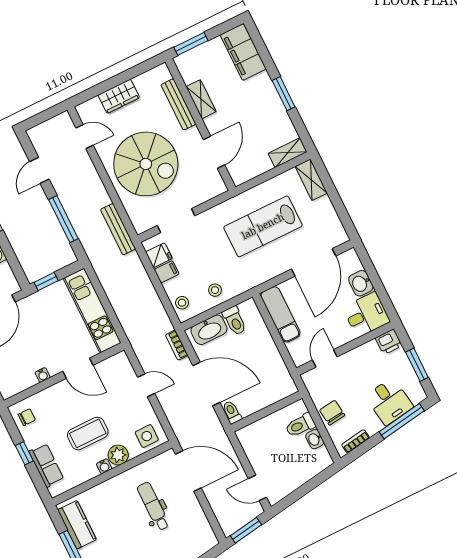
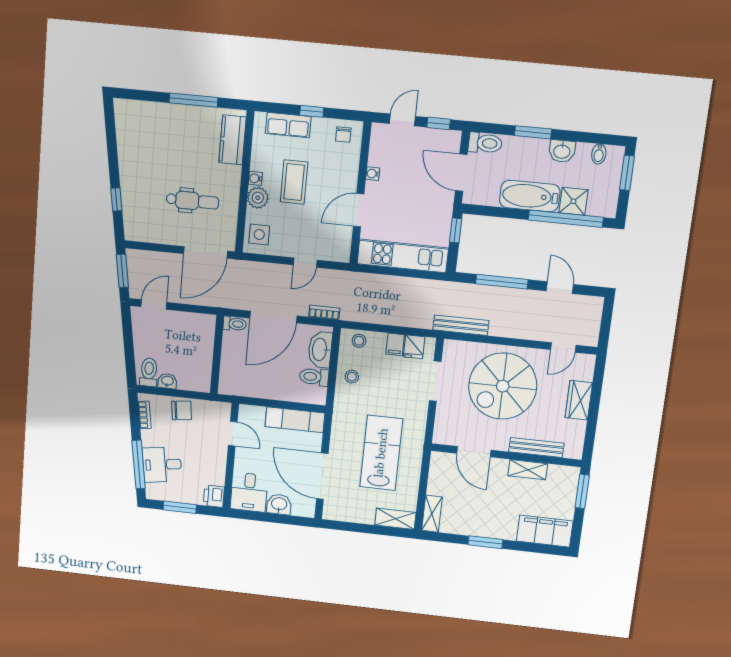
toilet: (300, 425) -> (149, 372), moved
kitchen counter: (77, 525) -> (233, 140), moved, turned 90

